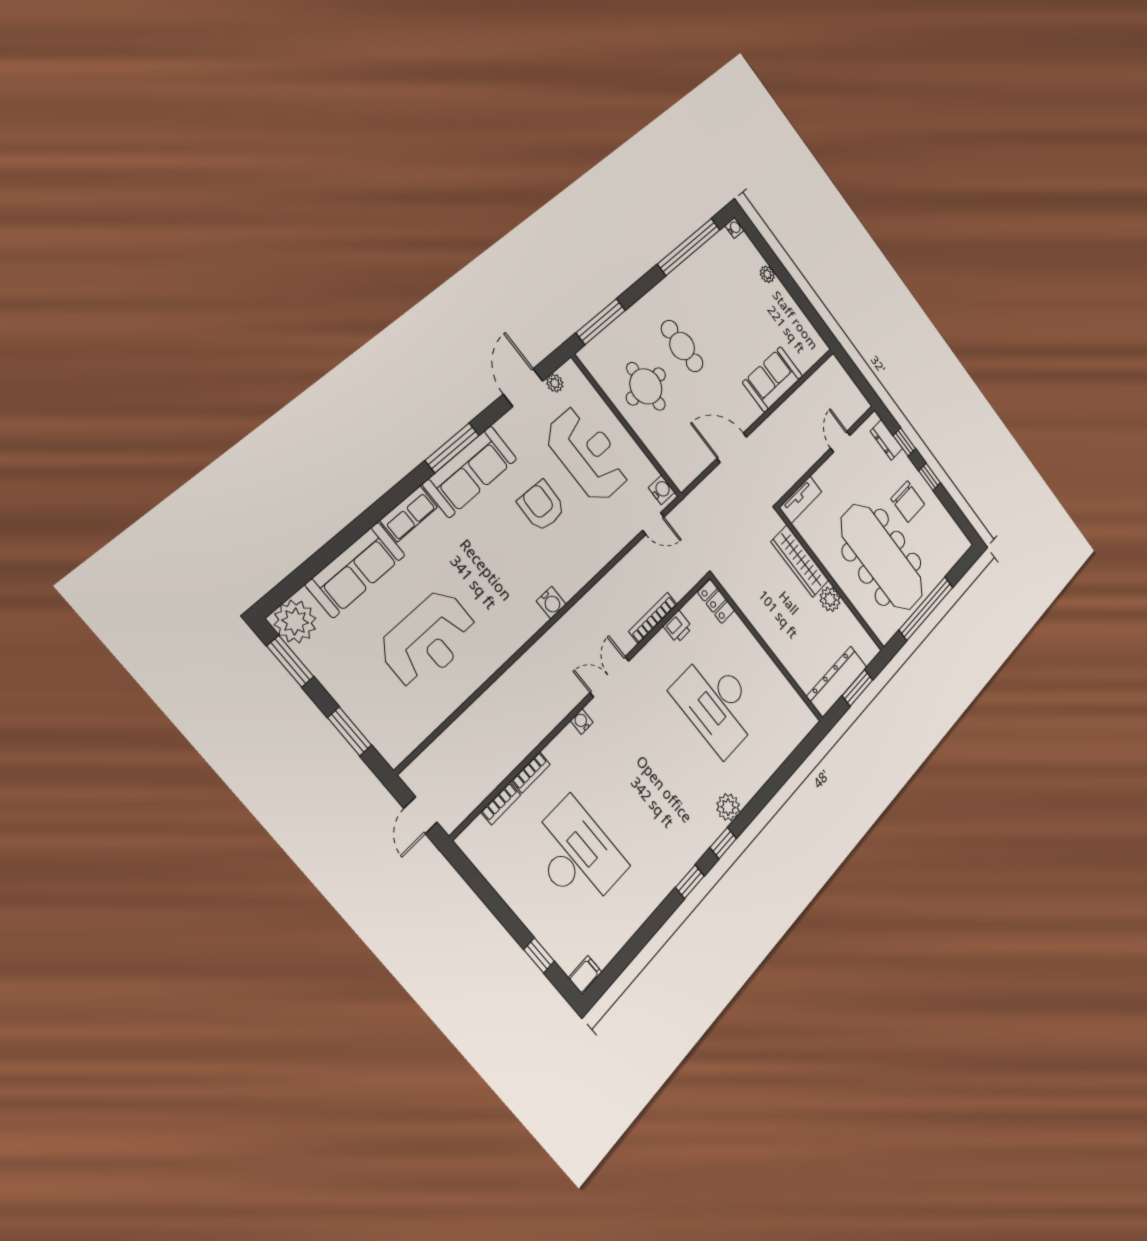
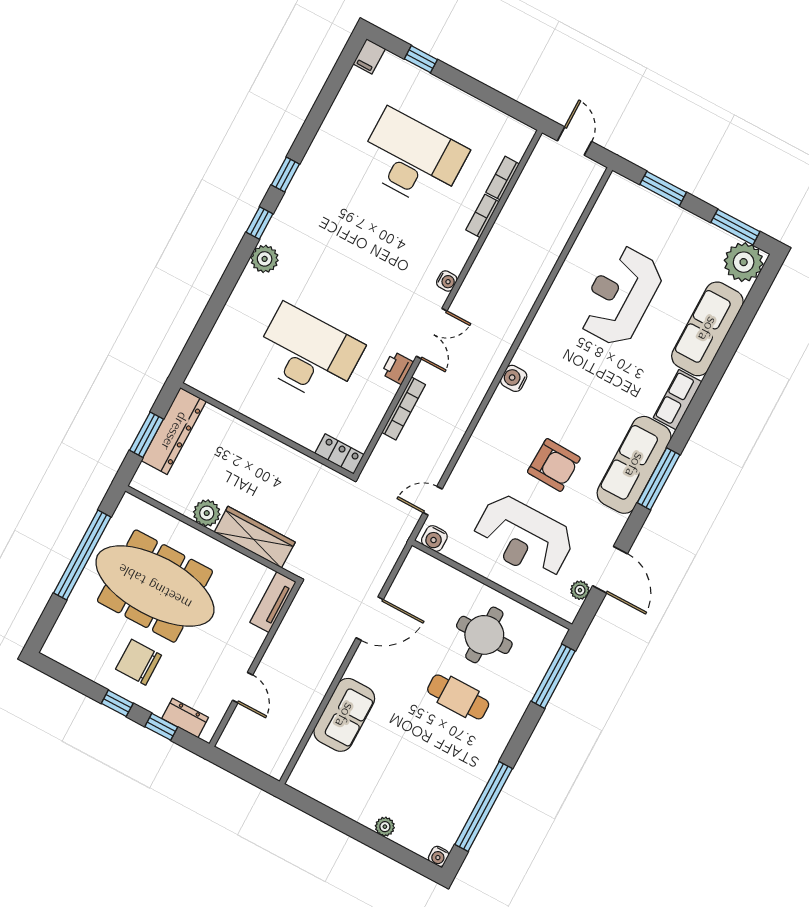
printer: (678, 627) -> (397, 368), moved
desk: (577, 855) -> (412, 159), turned 180

